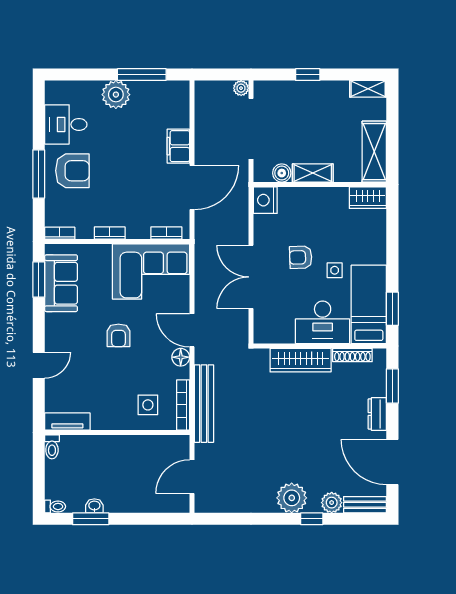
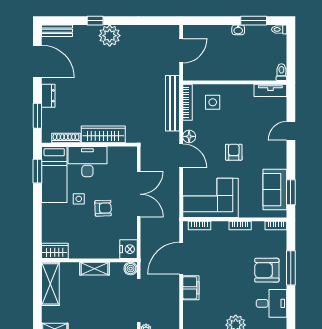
boiler: (282, 173) -> (131, 269), moved
plant: (332, 503) -> (81, 32), removed
washbasin: (94, 506) -> (238, 30), moved

